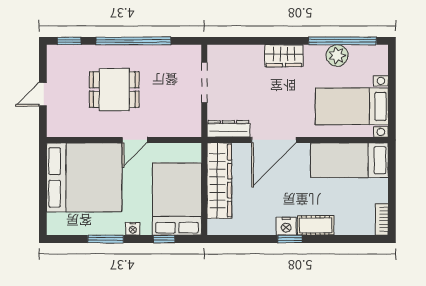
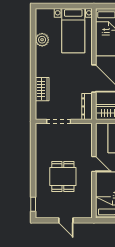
window: (134, 41) -> (33, 165), removed
window: (342, 41) -> (33, 36), removed
wardrobe: (284, 56) -> (42, 89), moved

